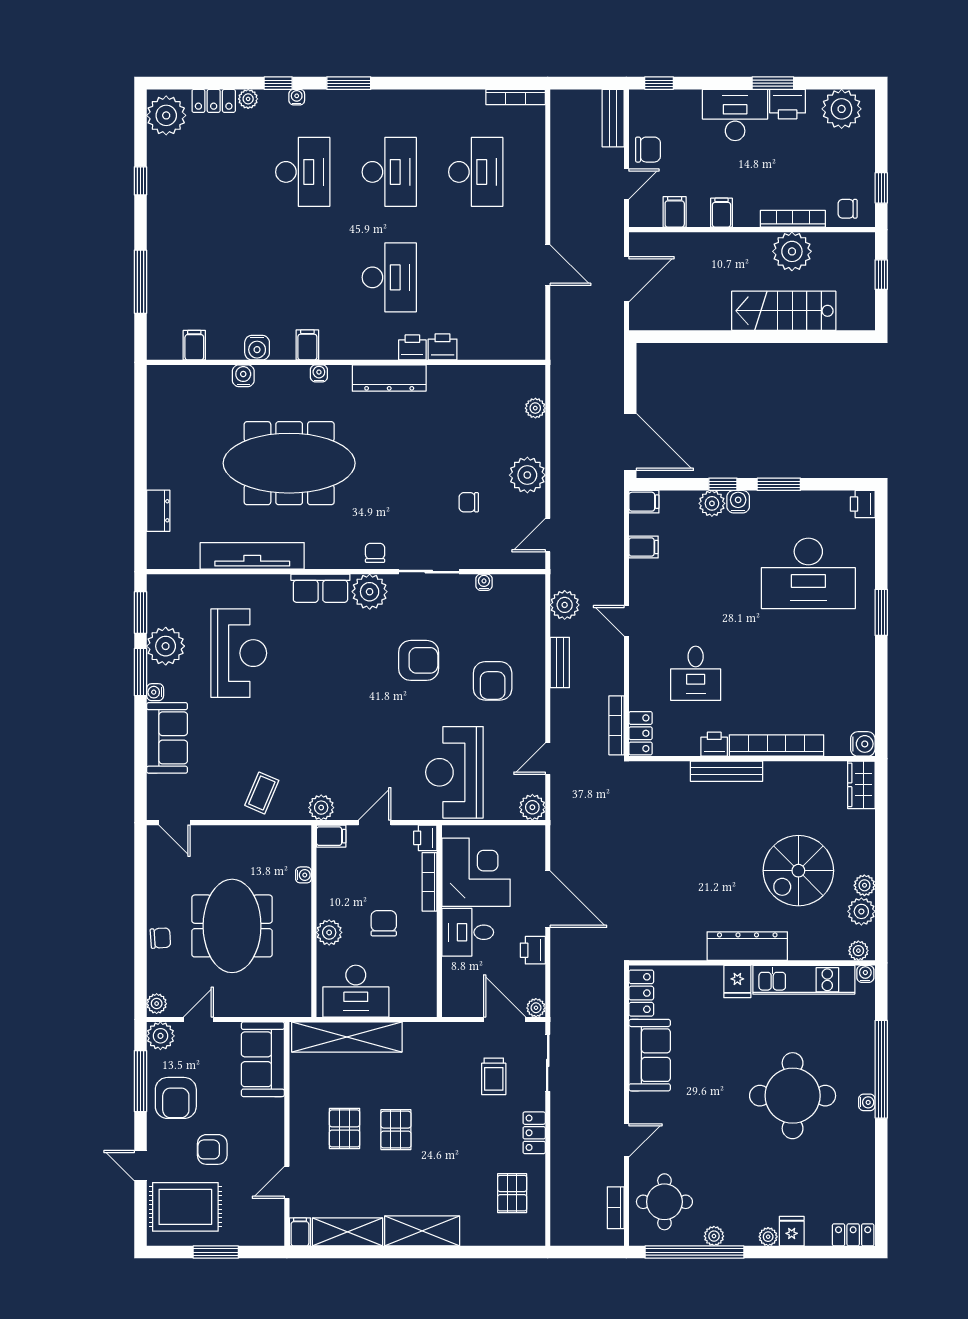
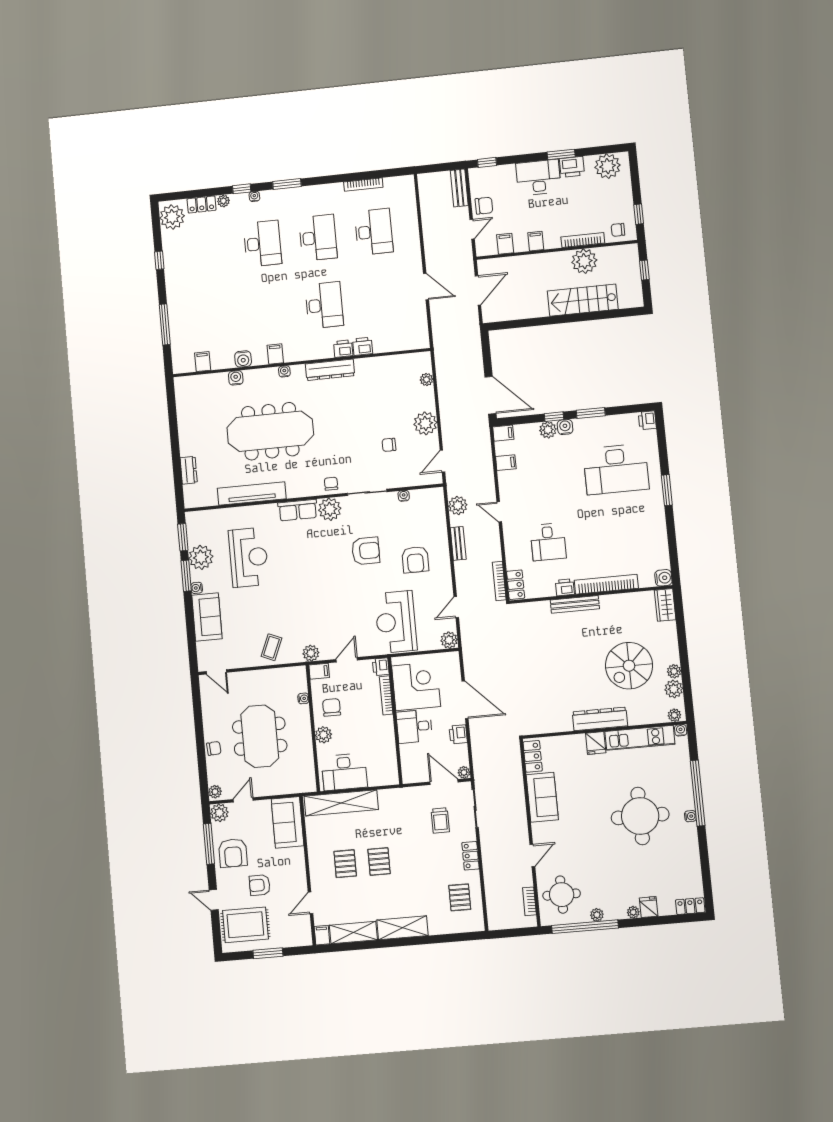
bookcase: (516, 97) -> (363, 185), moved
chair: (384, 923) -> (332, 707), moved

